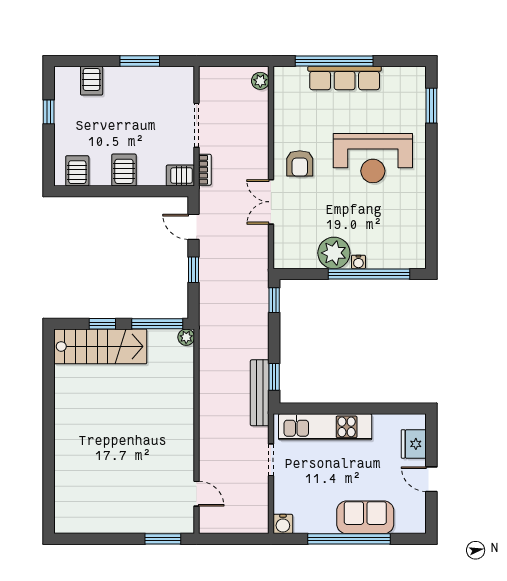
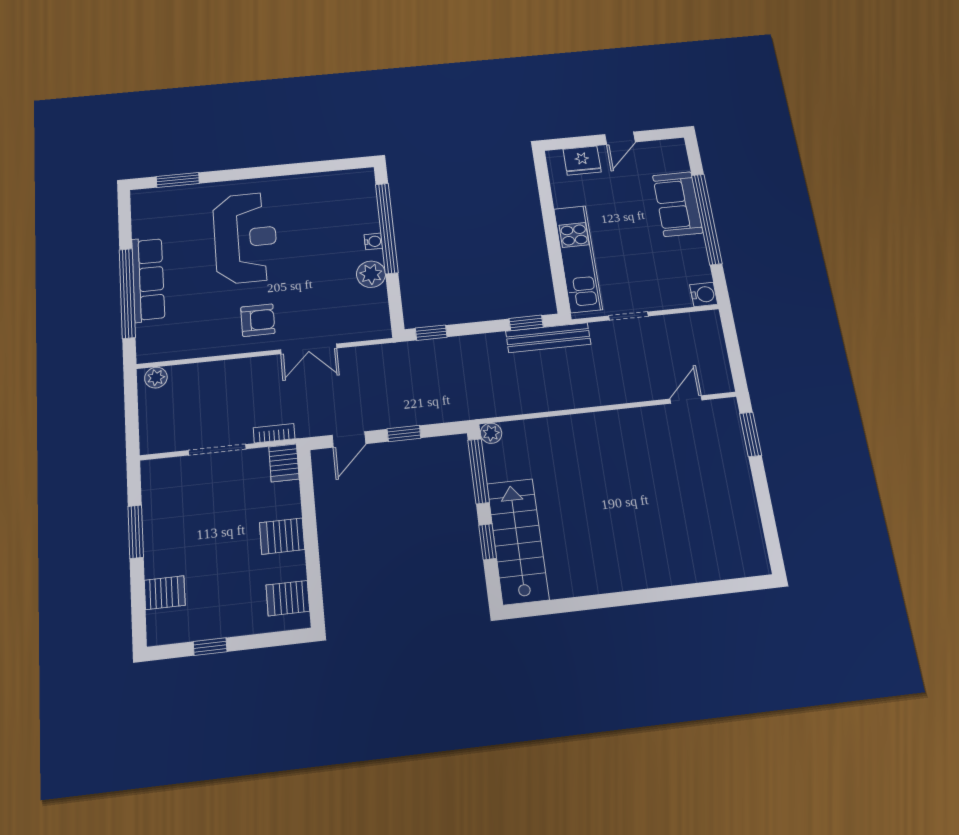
plant: (334, 253) -> (371, 274), width x0.73, depth x0.73

